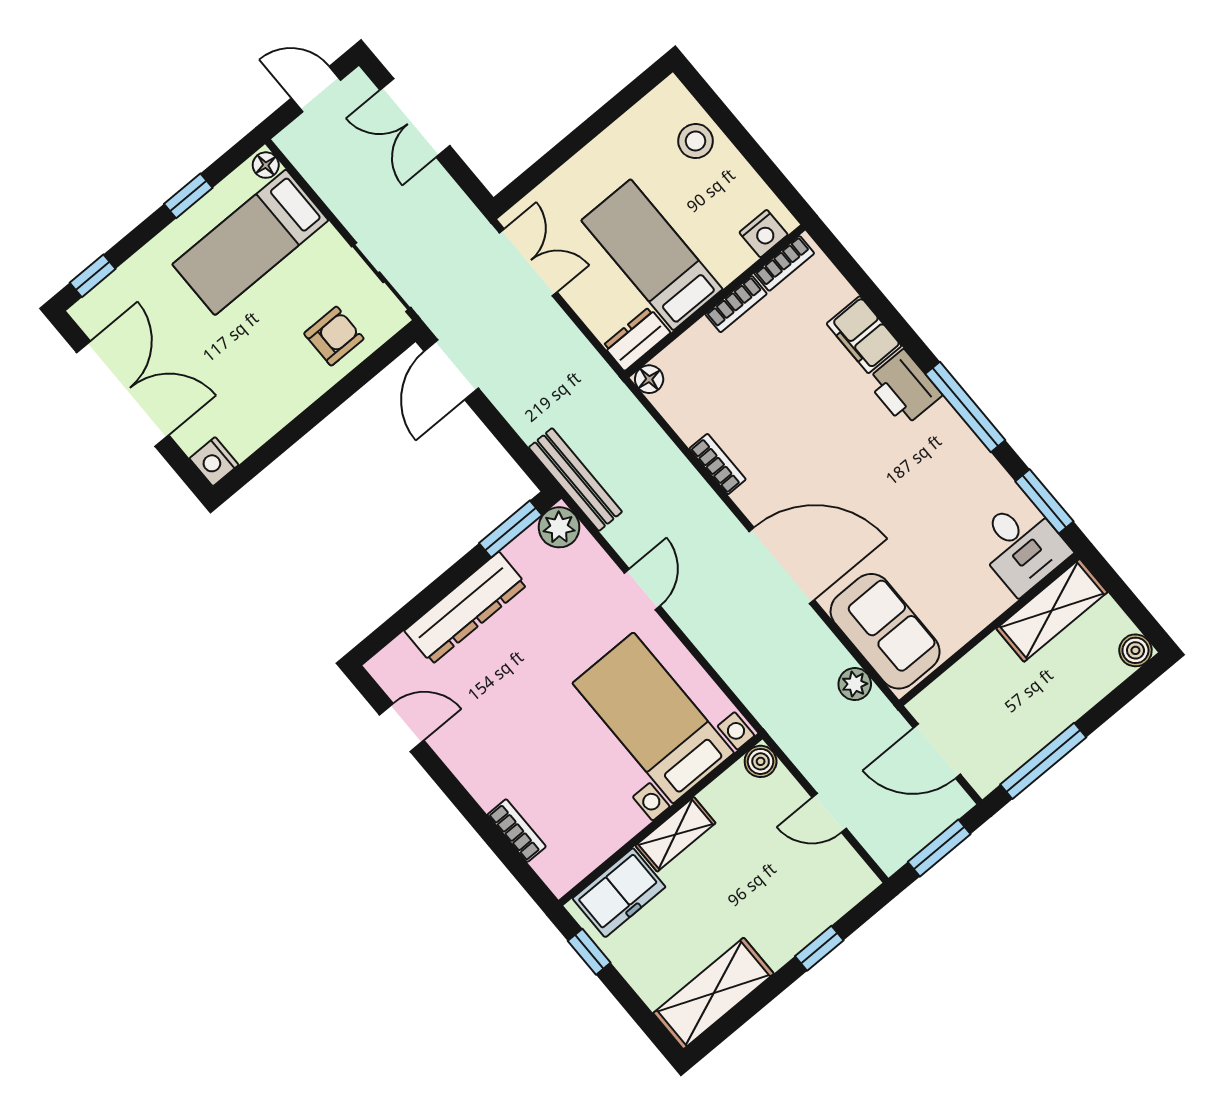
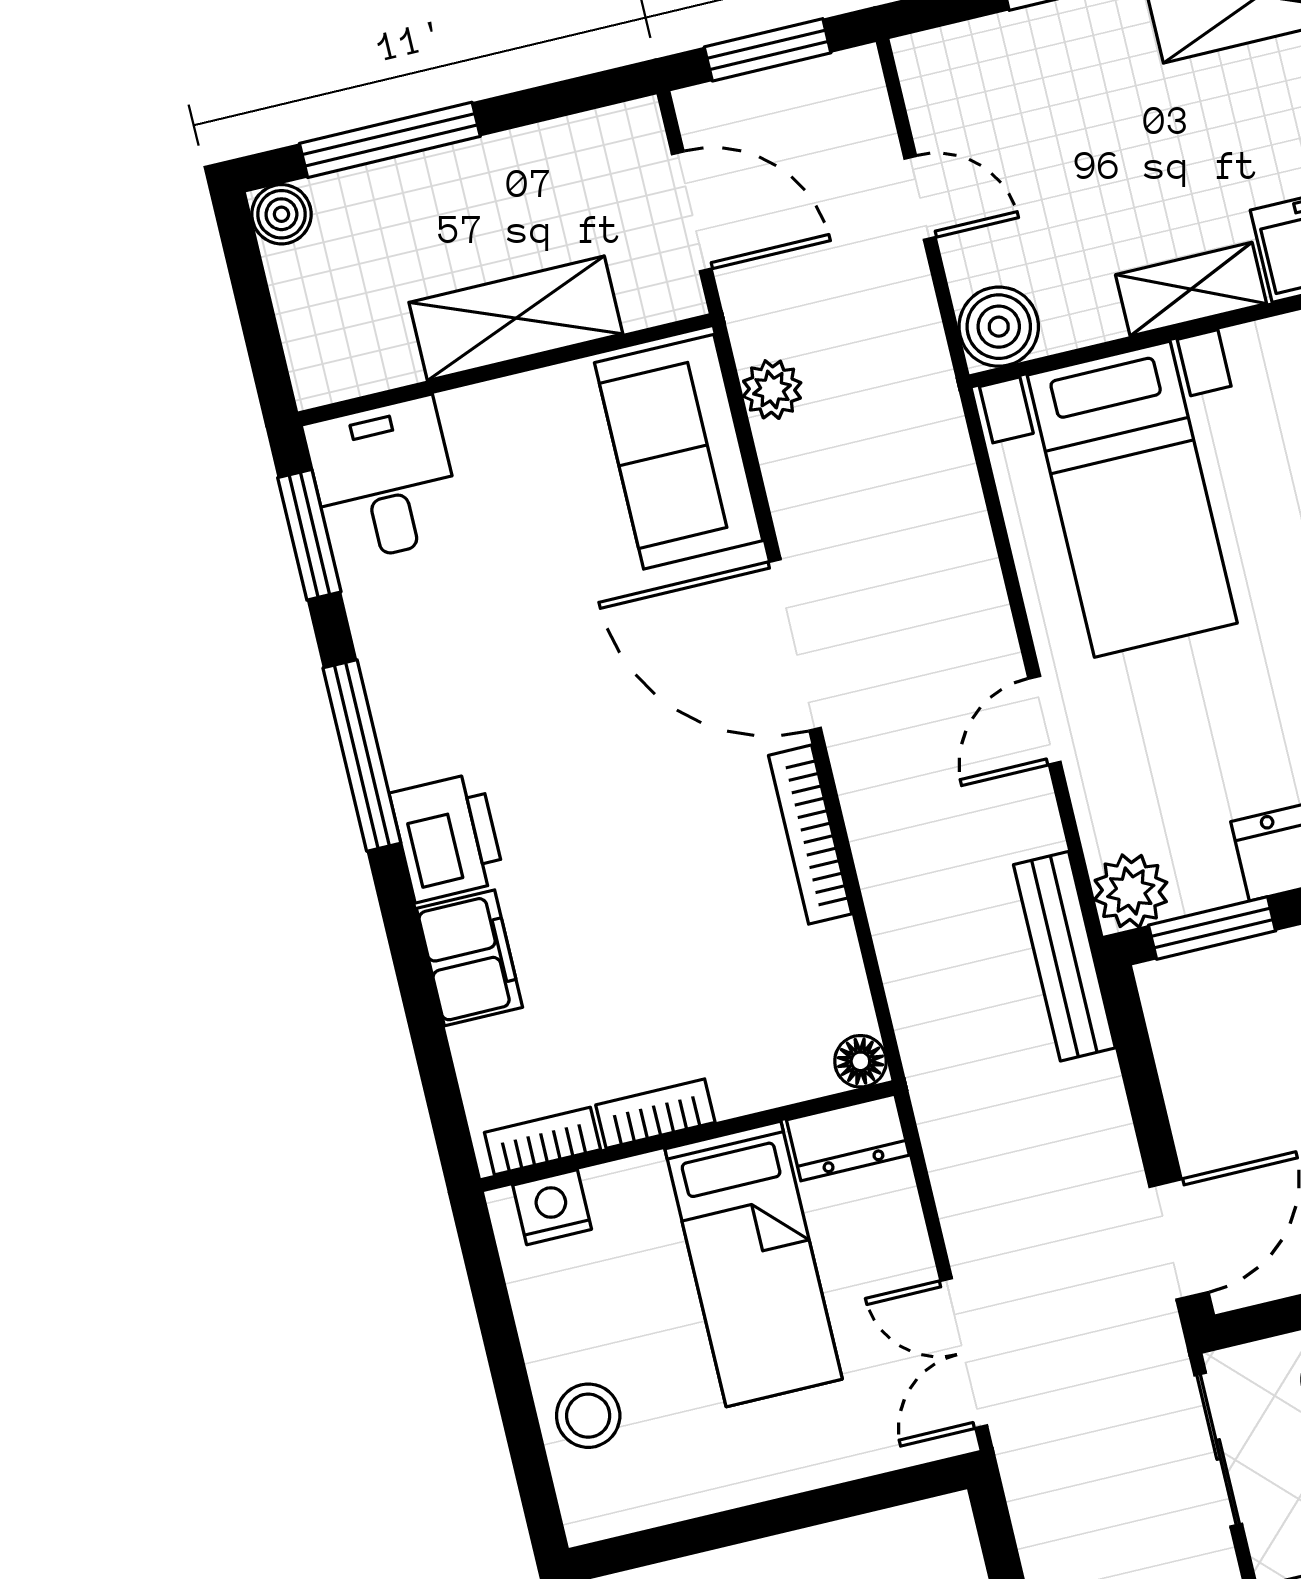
bookcase: (718, 464) -> (810, 835), width x1.56
shelving: (1052, 610) -> (516, 318), moved
boiler: (761, 761) -> (999, 327), width x1.36, depth x1.36
window: (1043, 761) -> (390, 140), moved

